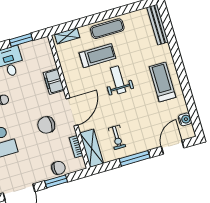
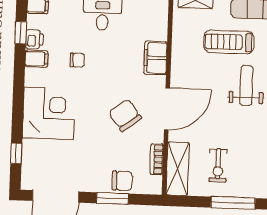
treadmill: (98, 56) -> (229, 42), turned 180
chair: (46, 125) -> (125, 115), turned 53

